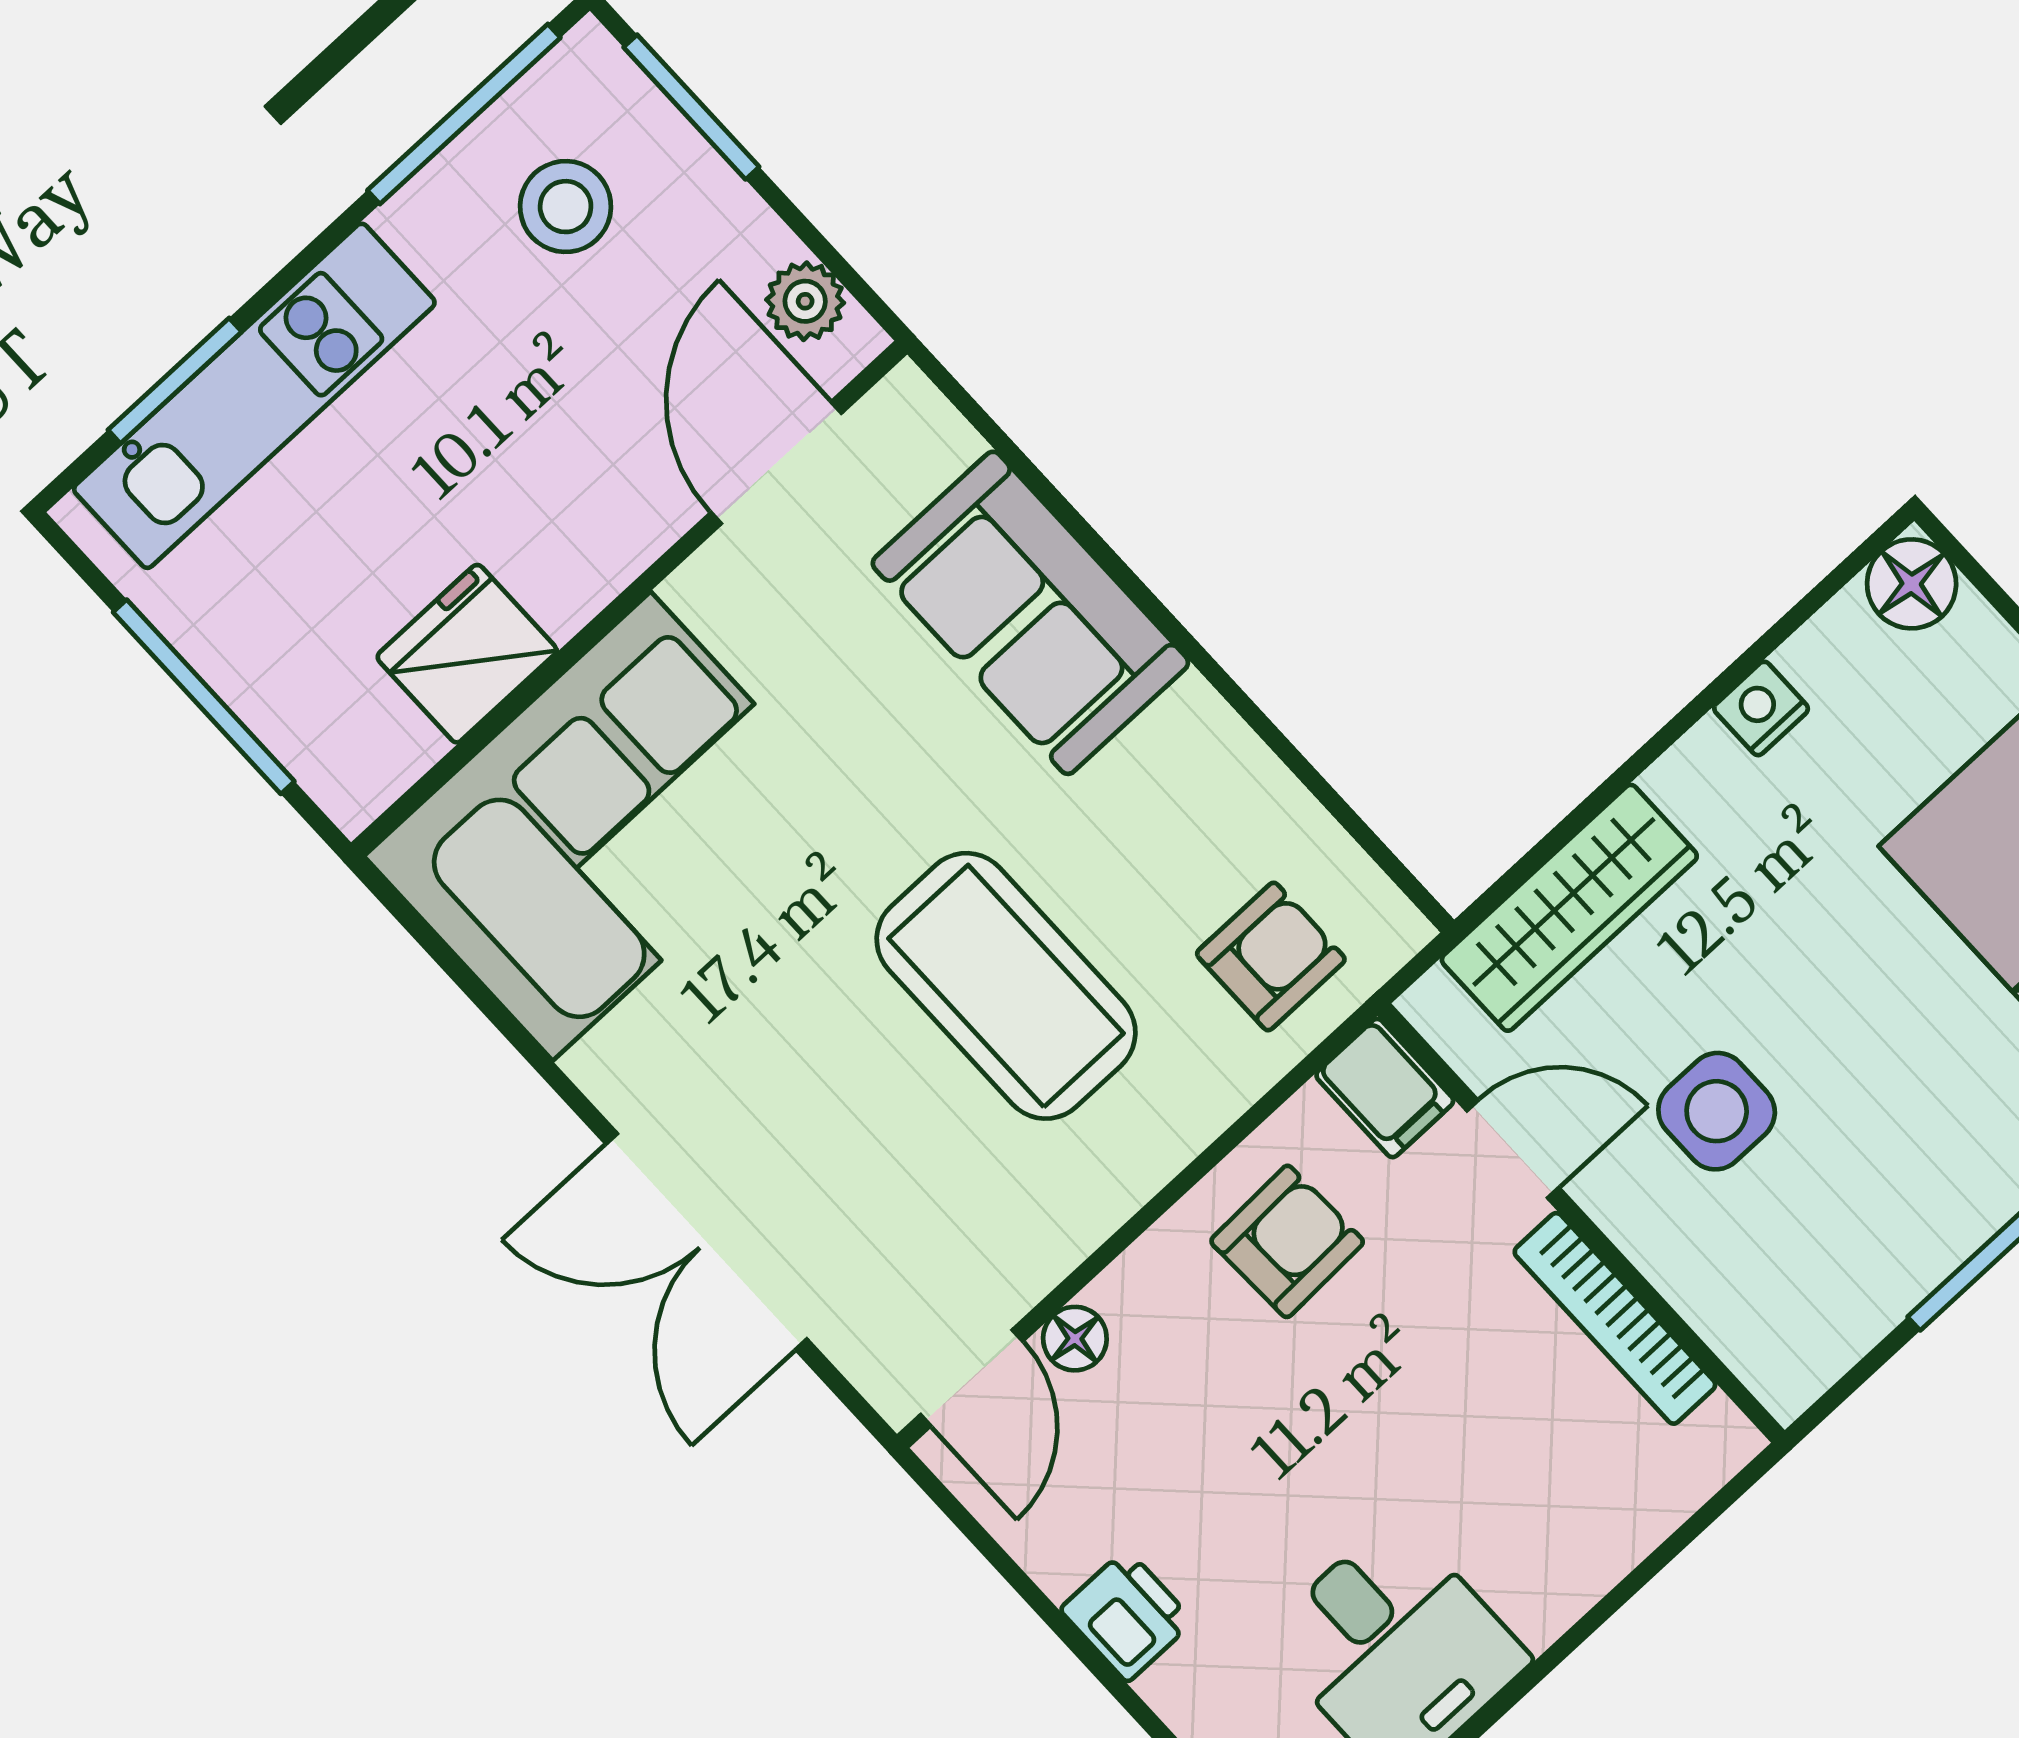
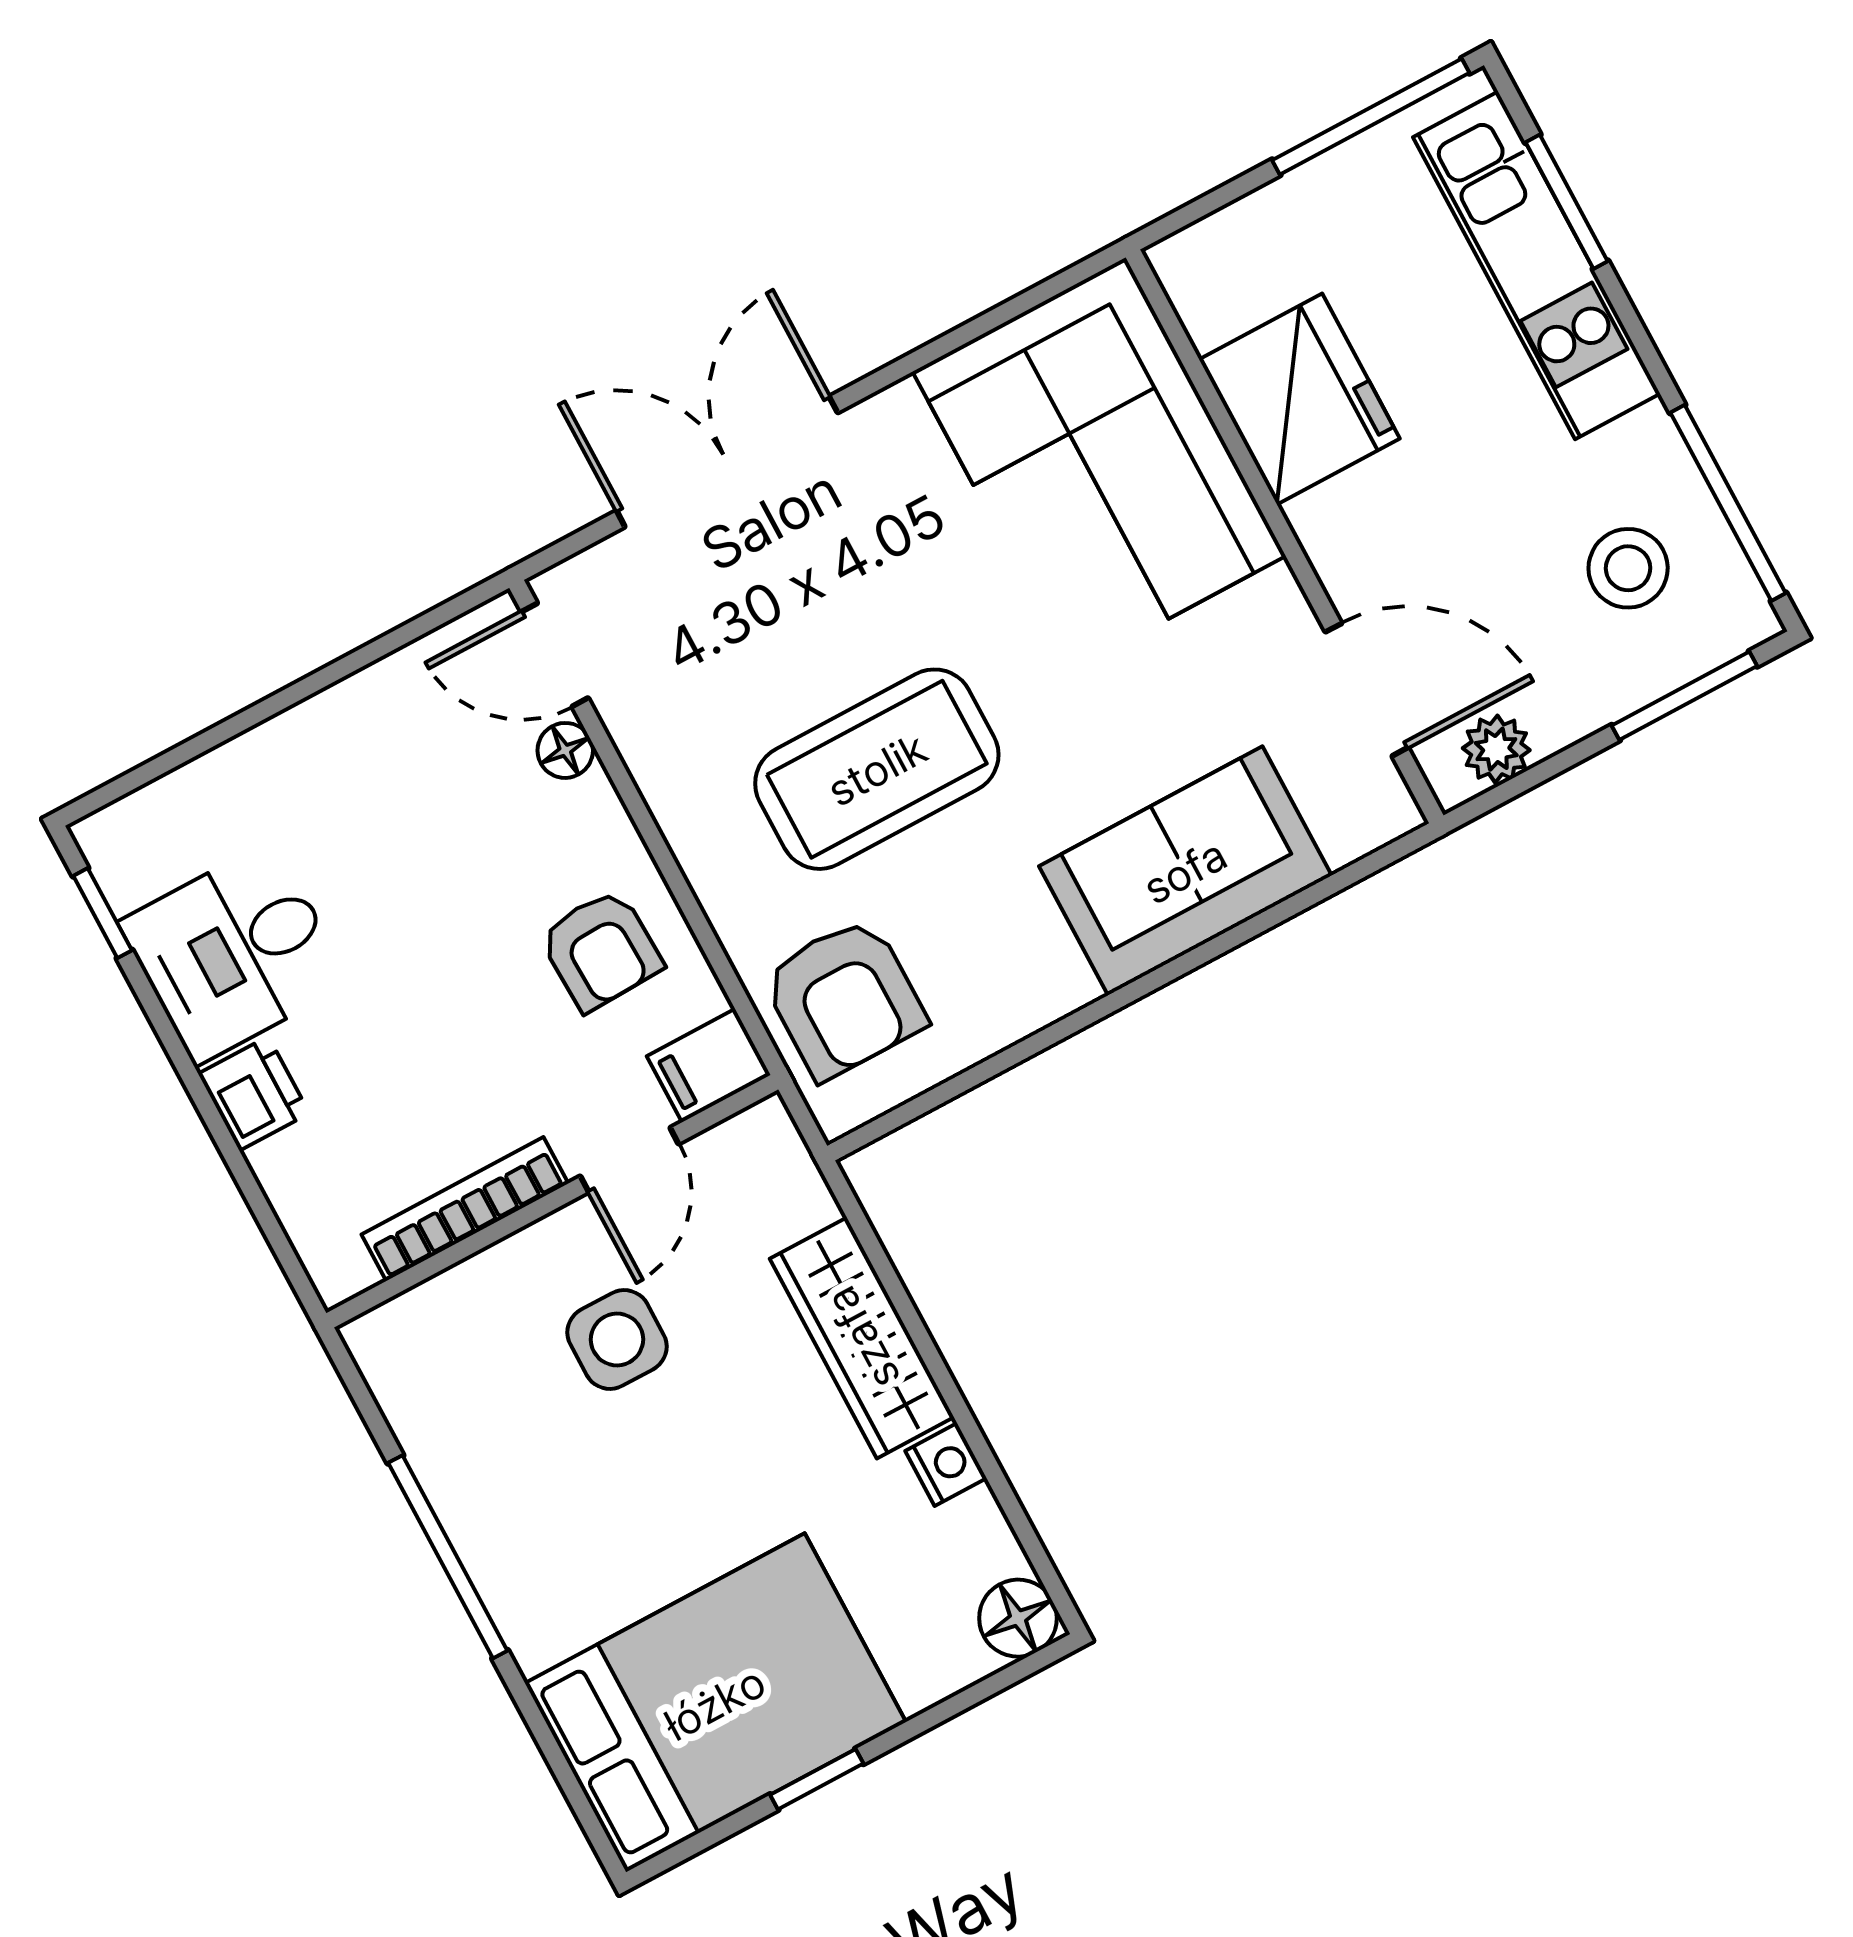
fridge: (467, 654) -> (1299, 399), width x1.36, depth x1.34
window: (204, 697) -> (1371, 117), moved
wardrobe: (1569, 908) -> (862, 1338), moved
armchair: (1271, 957) -> (844, 998), width x1.38, depth x1.38
printer: (1127, 1615) -> (254, 1093), moved, turned -90

